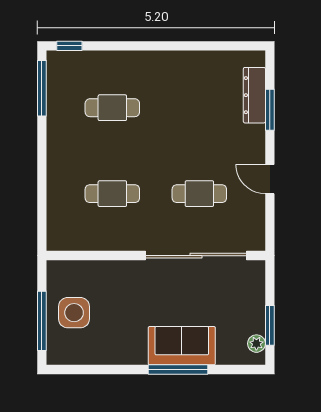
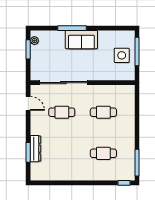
dresser: (254, 95) -> (35, 149), moved
door: (270, 179) -> (28, 103), moved
sofa: (182, 346) -> (81, 40), moved

